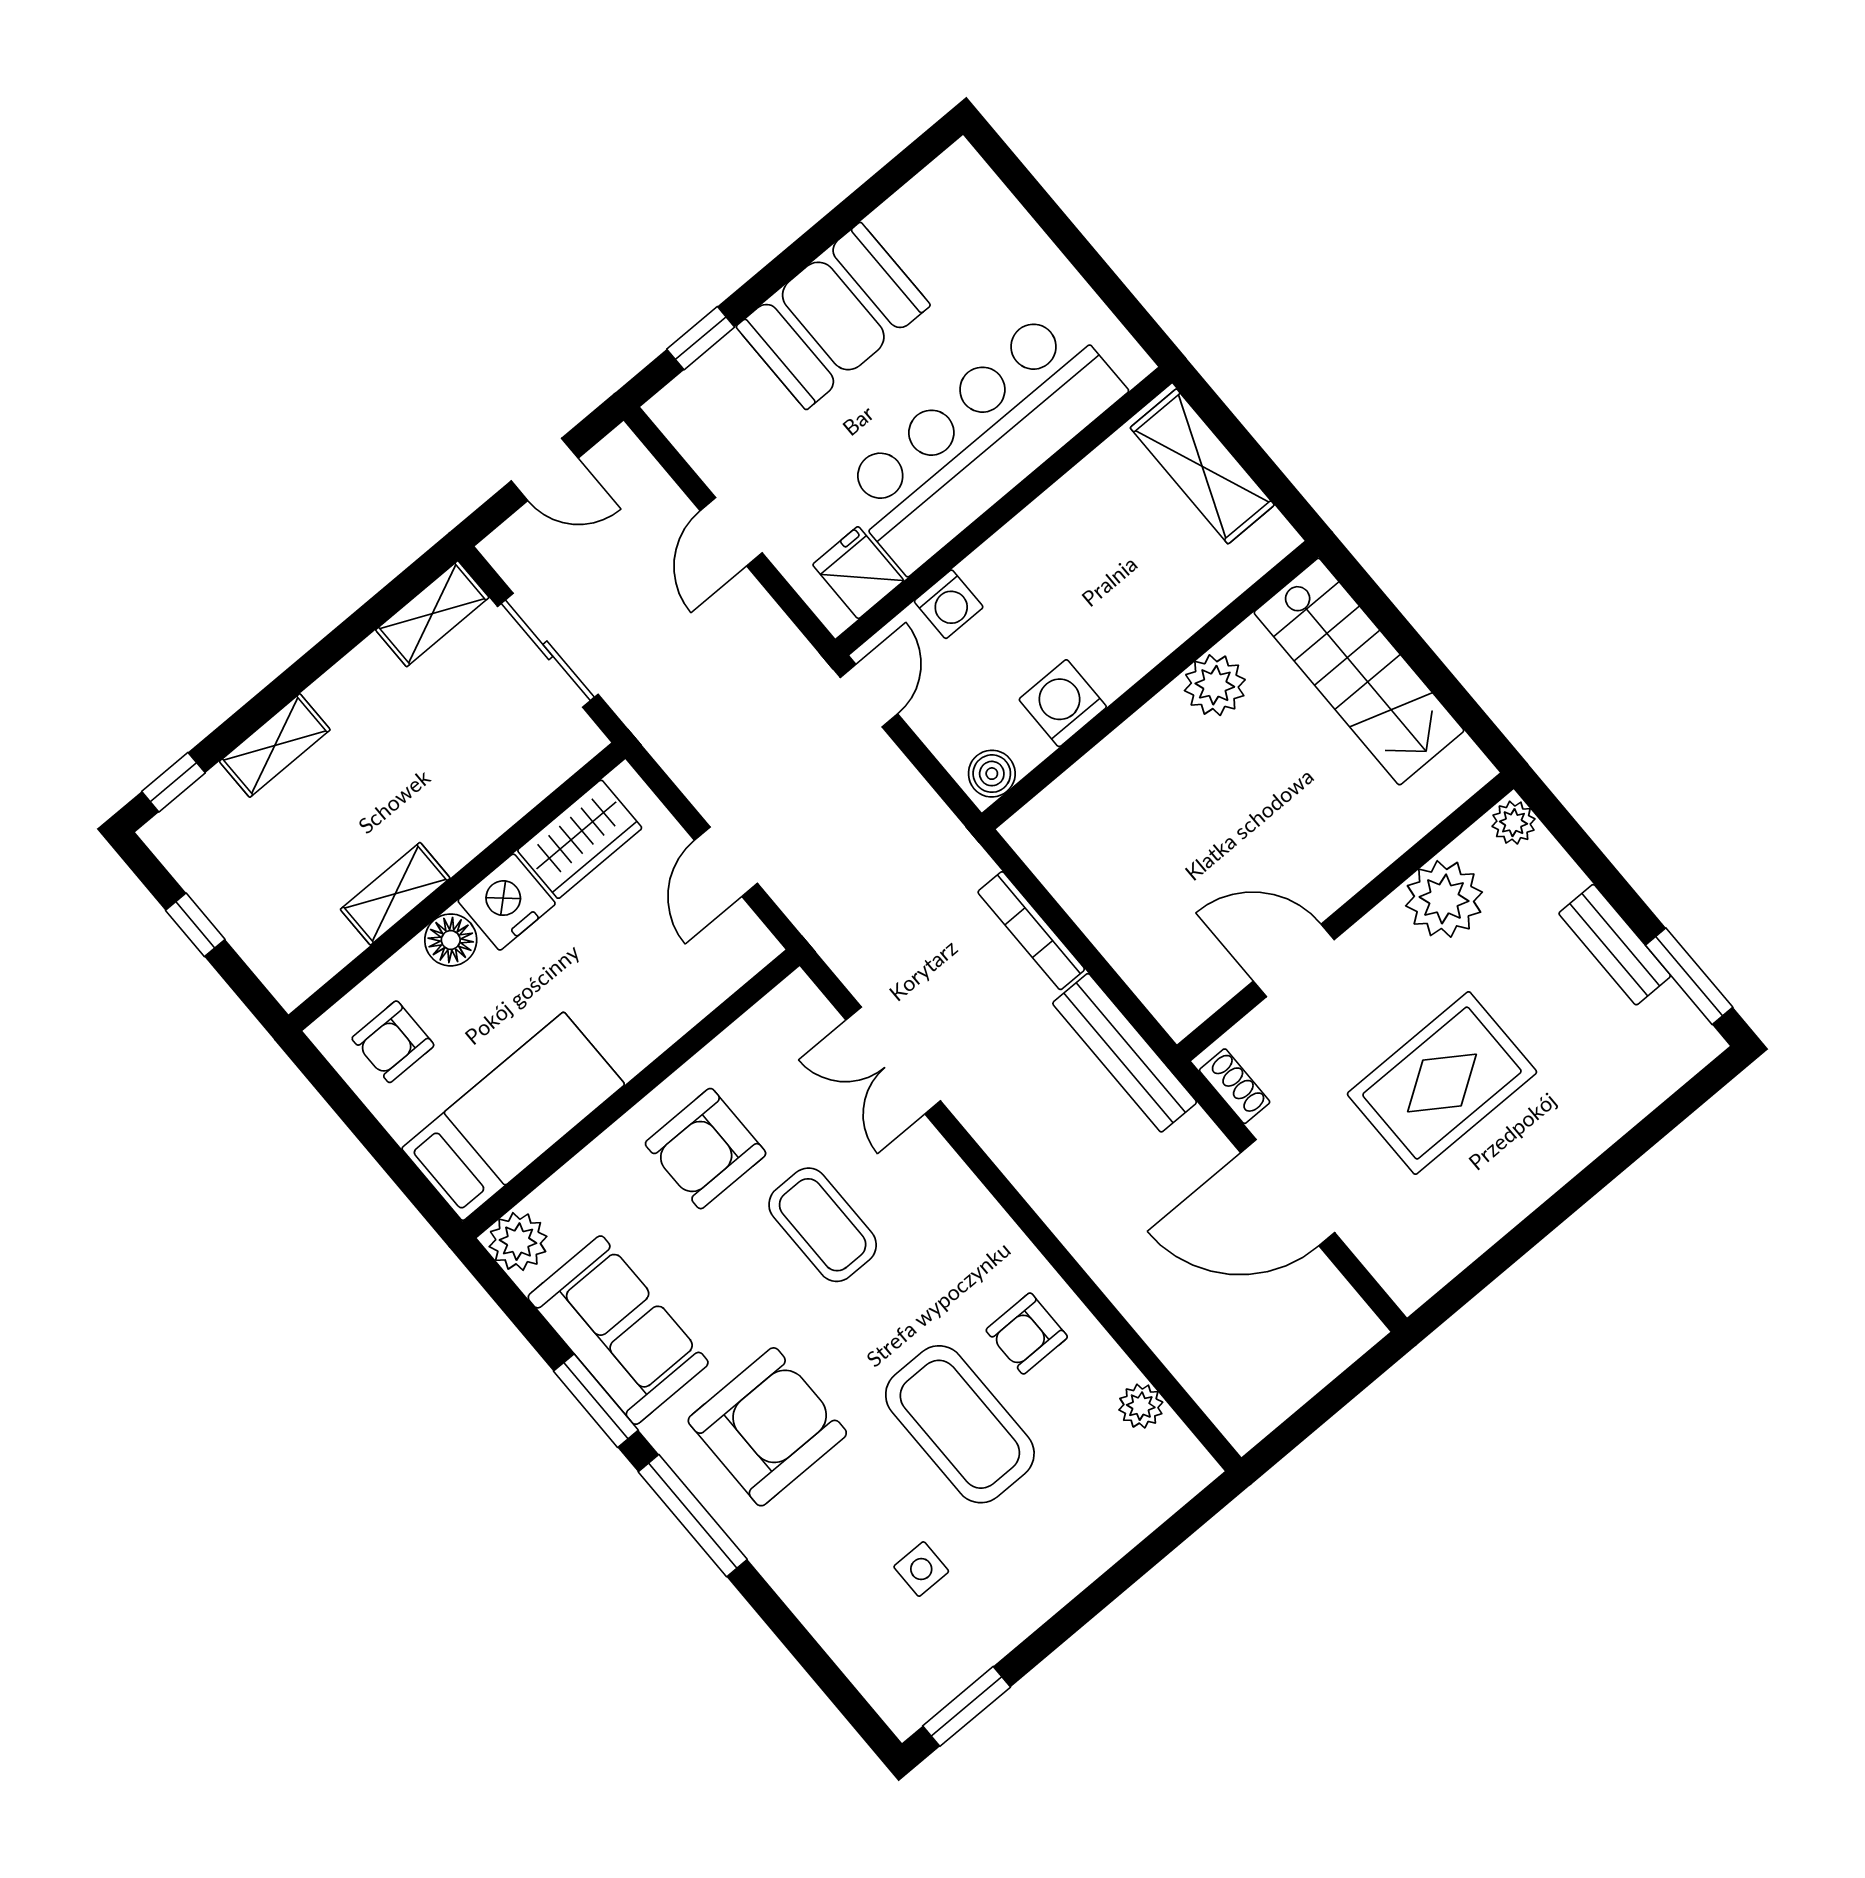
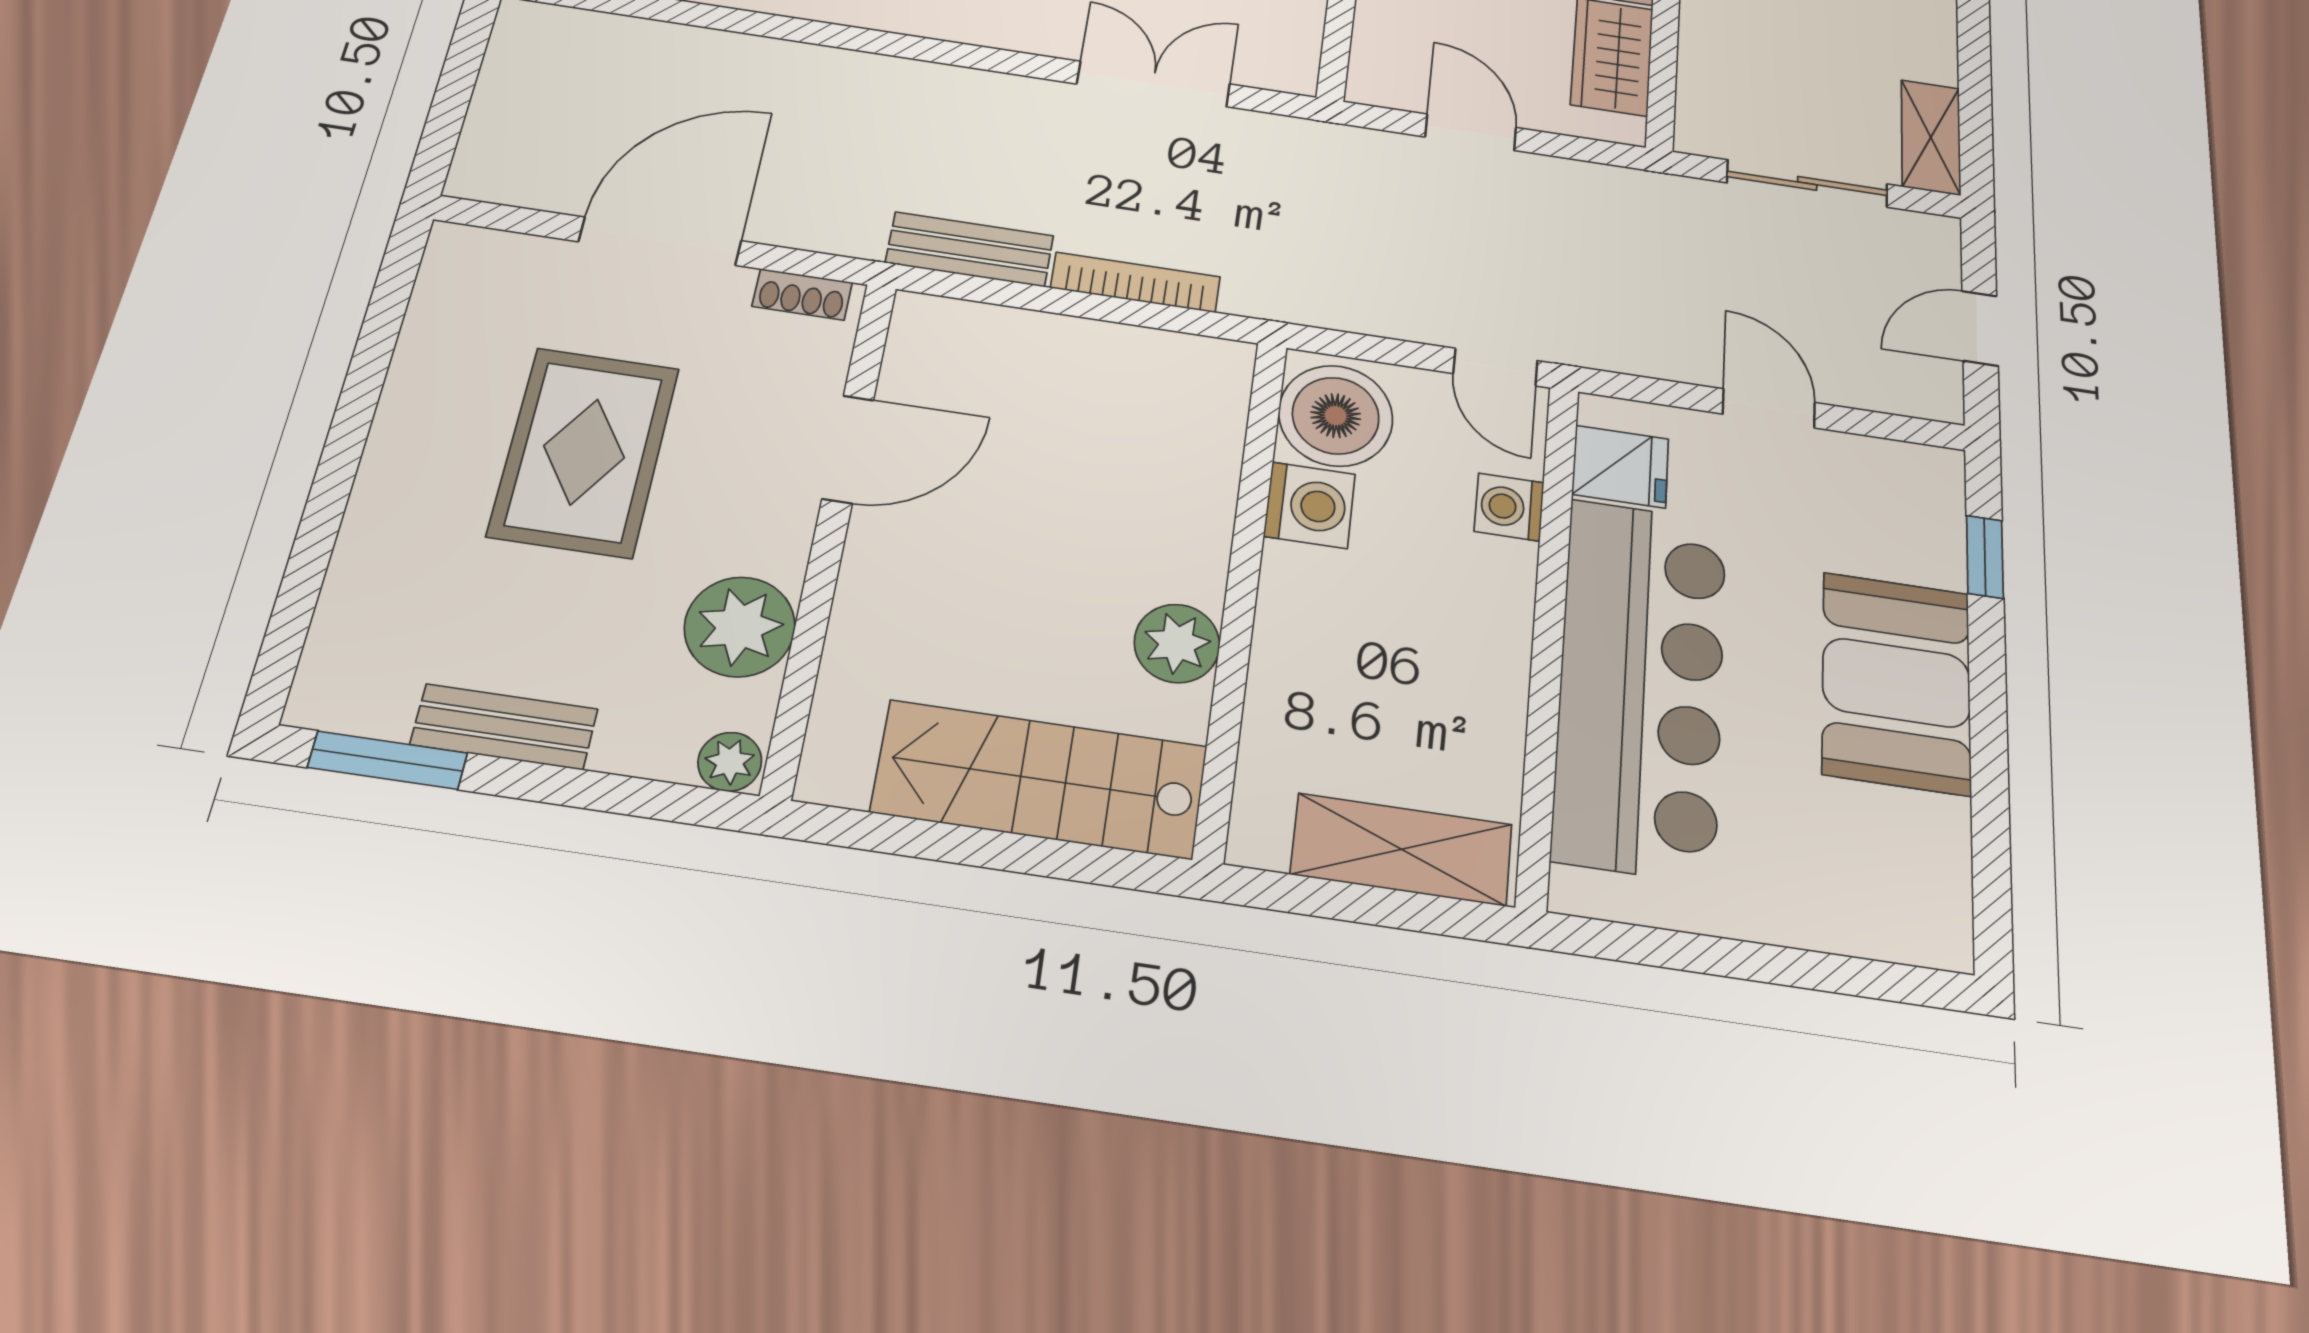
boiler: (992, 774) -> (1336, 416), width x1.86, depth x1.86
bench: (1125, 1053) -> (970, 249), width x0.73

